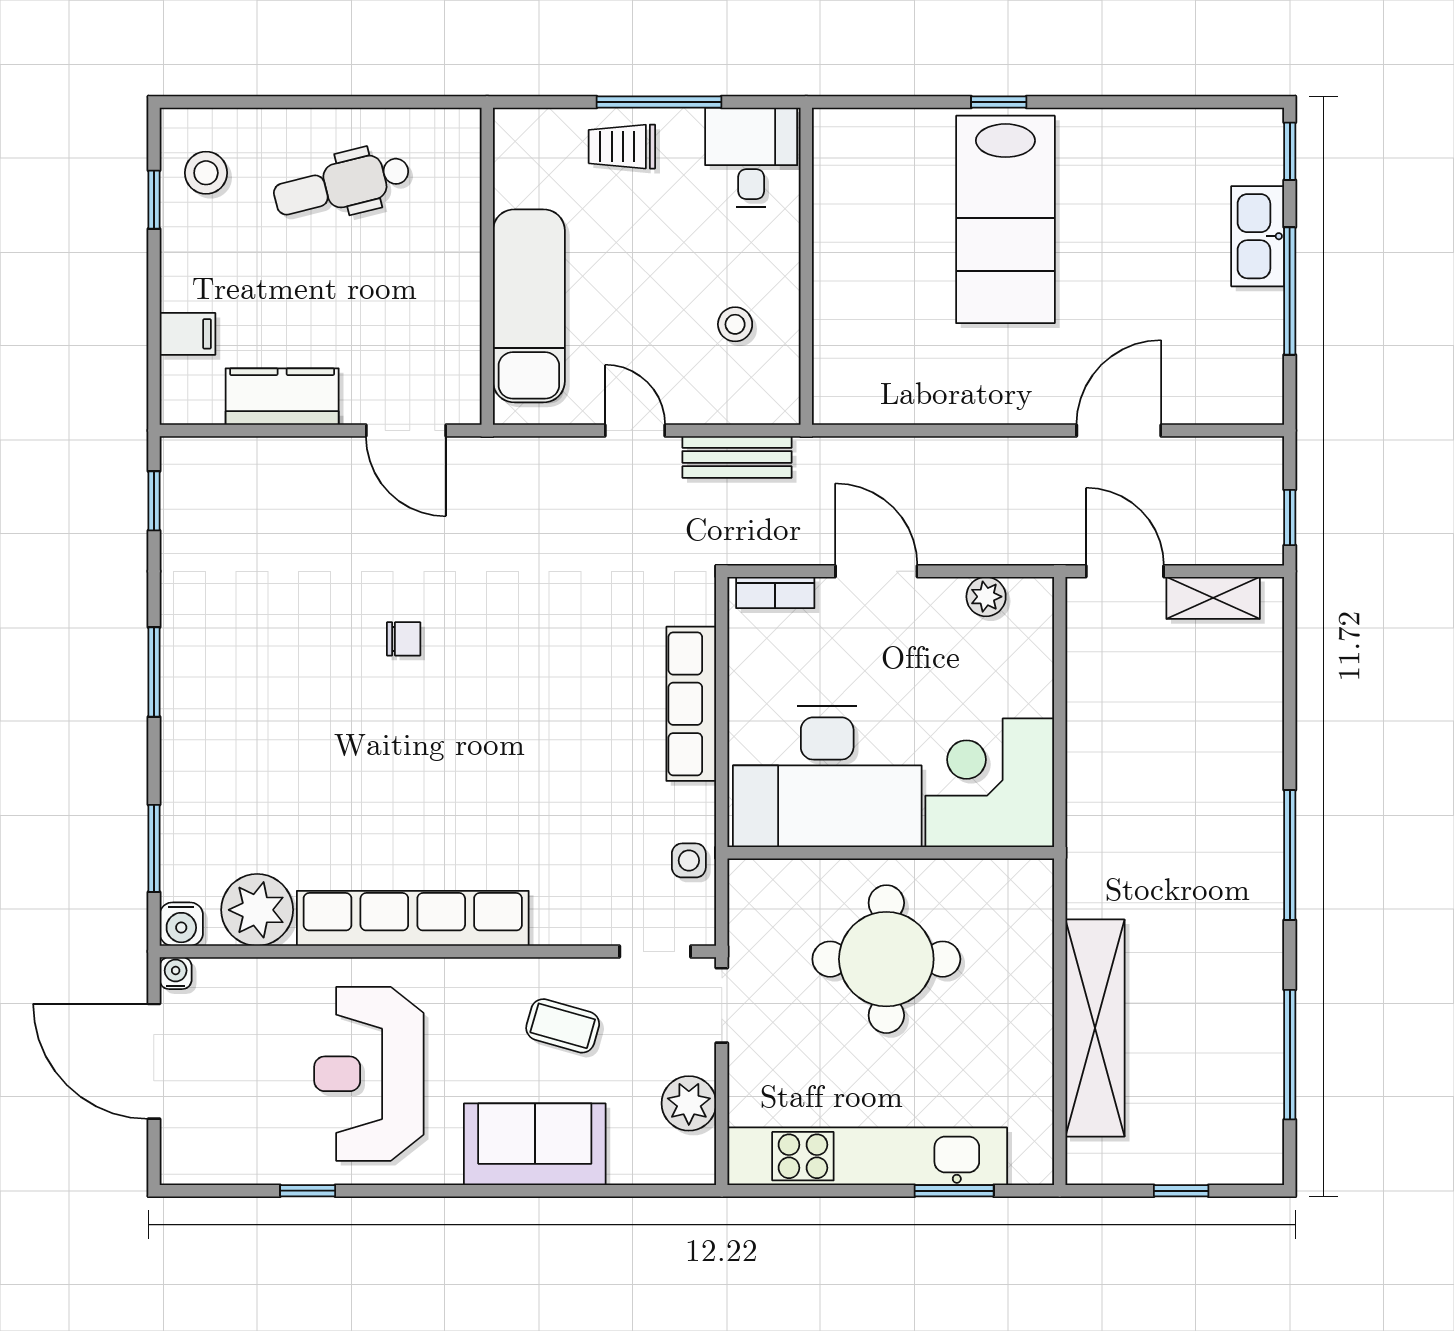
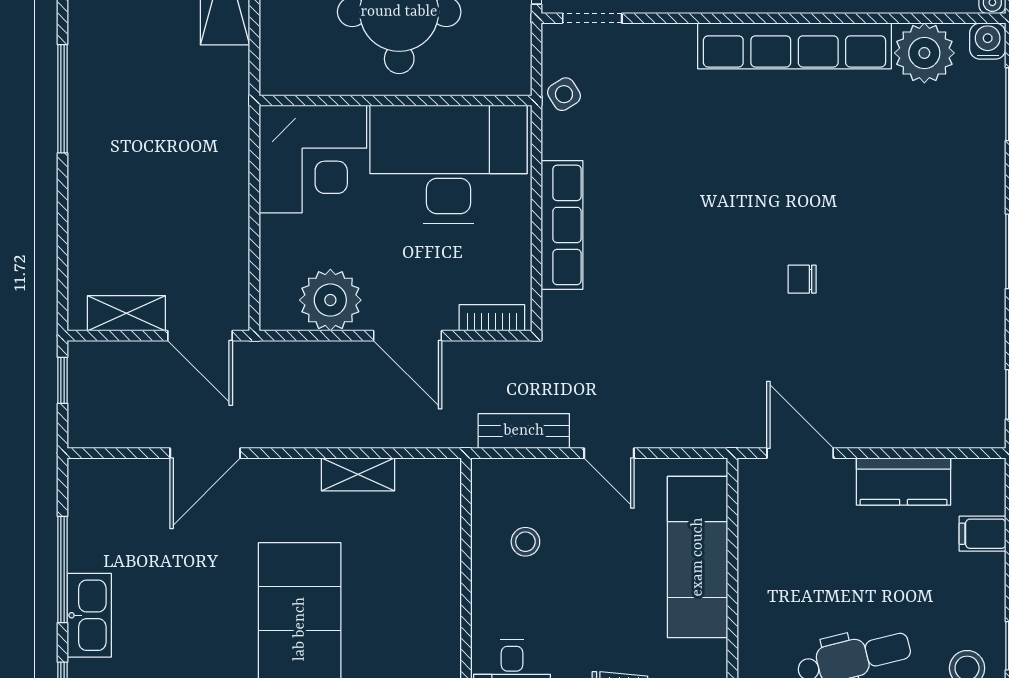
shelving: (936, 405) -> (358, 474), added
plant: (986, 597) -> (330, 300), width x1.87, depth x1.87
side table: (689, 860) -> (564, 94), turned -32

